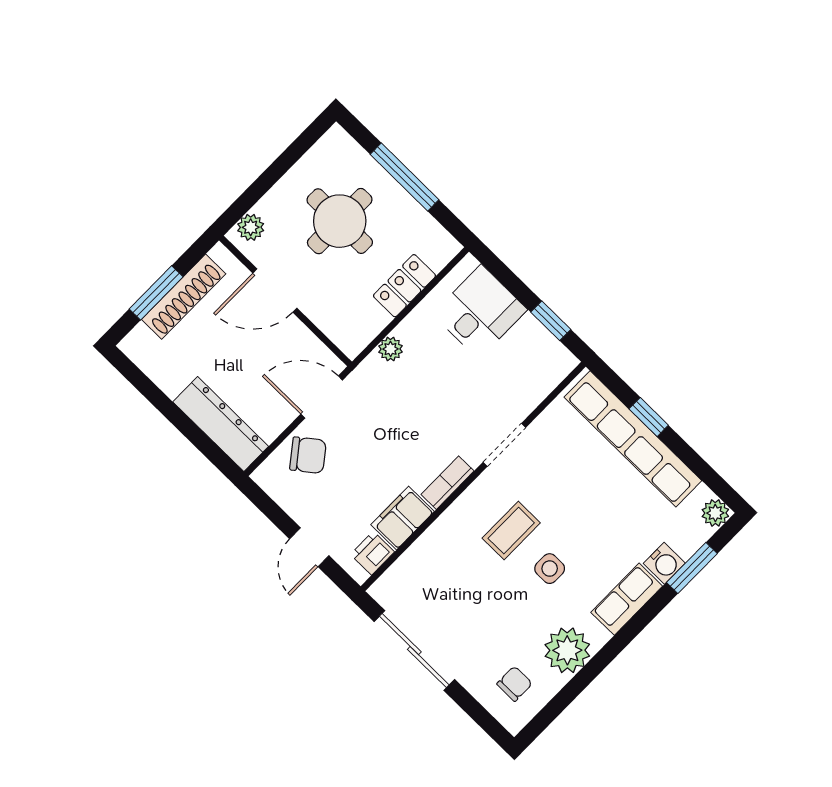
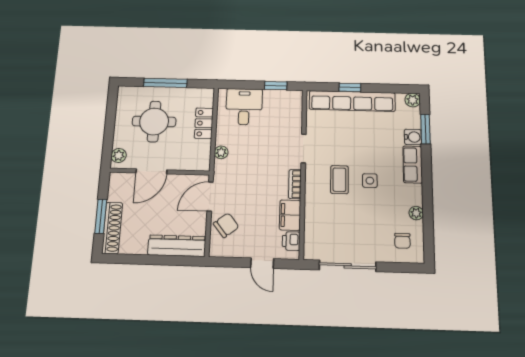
shoe rack: (184, 297) -> (112, 228), moved
plant: (567, 650) -> (416, 213), width x0.53, depth x0.53
chair: (515, 684) -> (402, 241), turned 180

